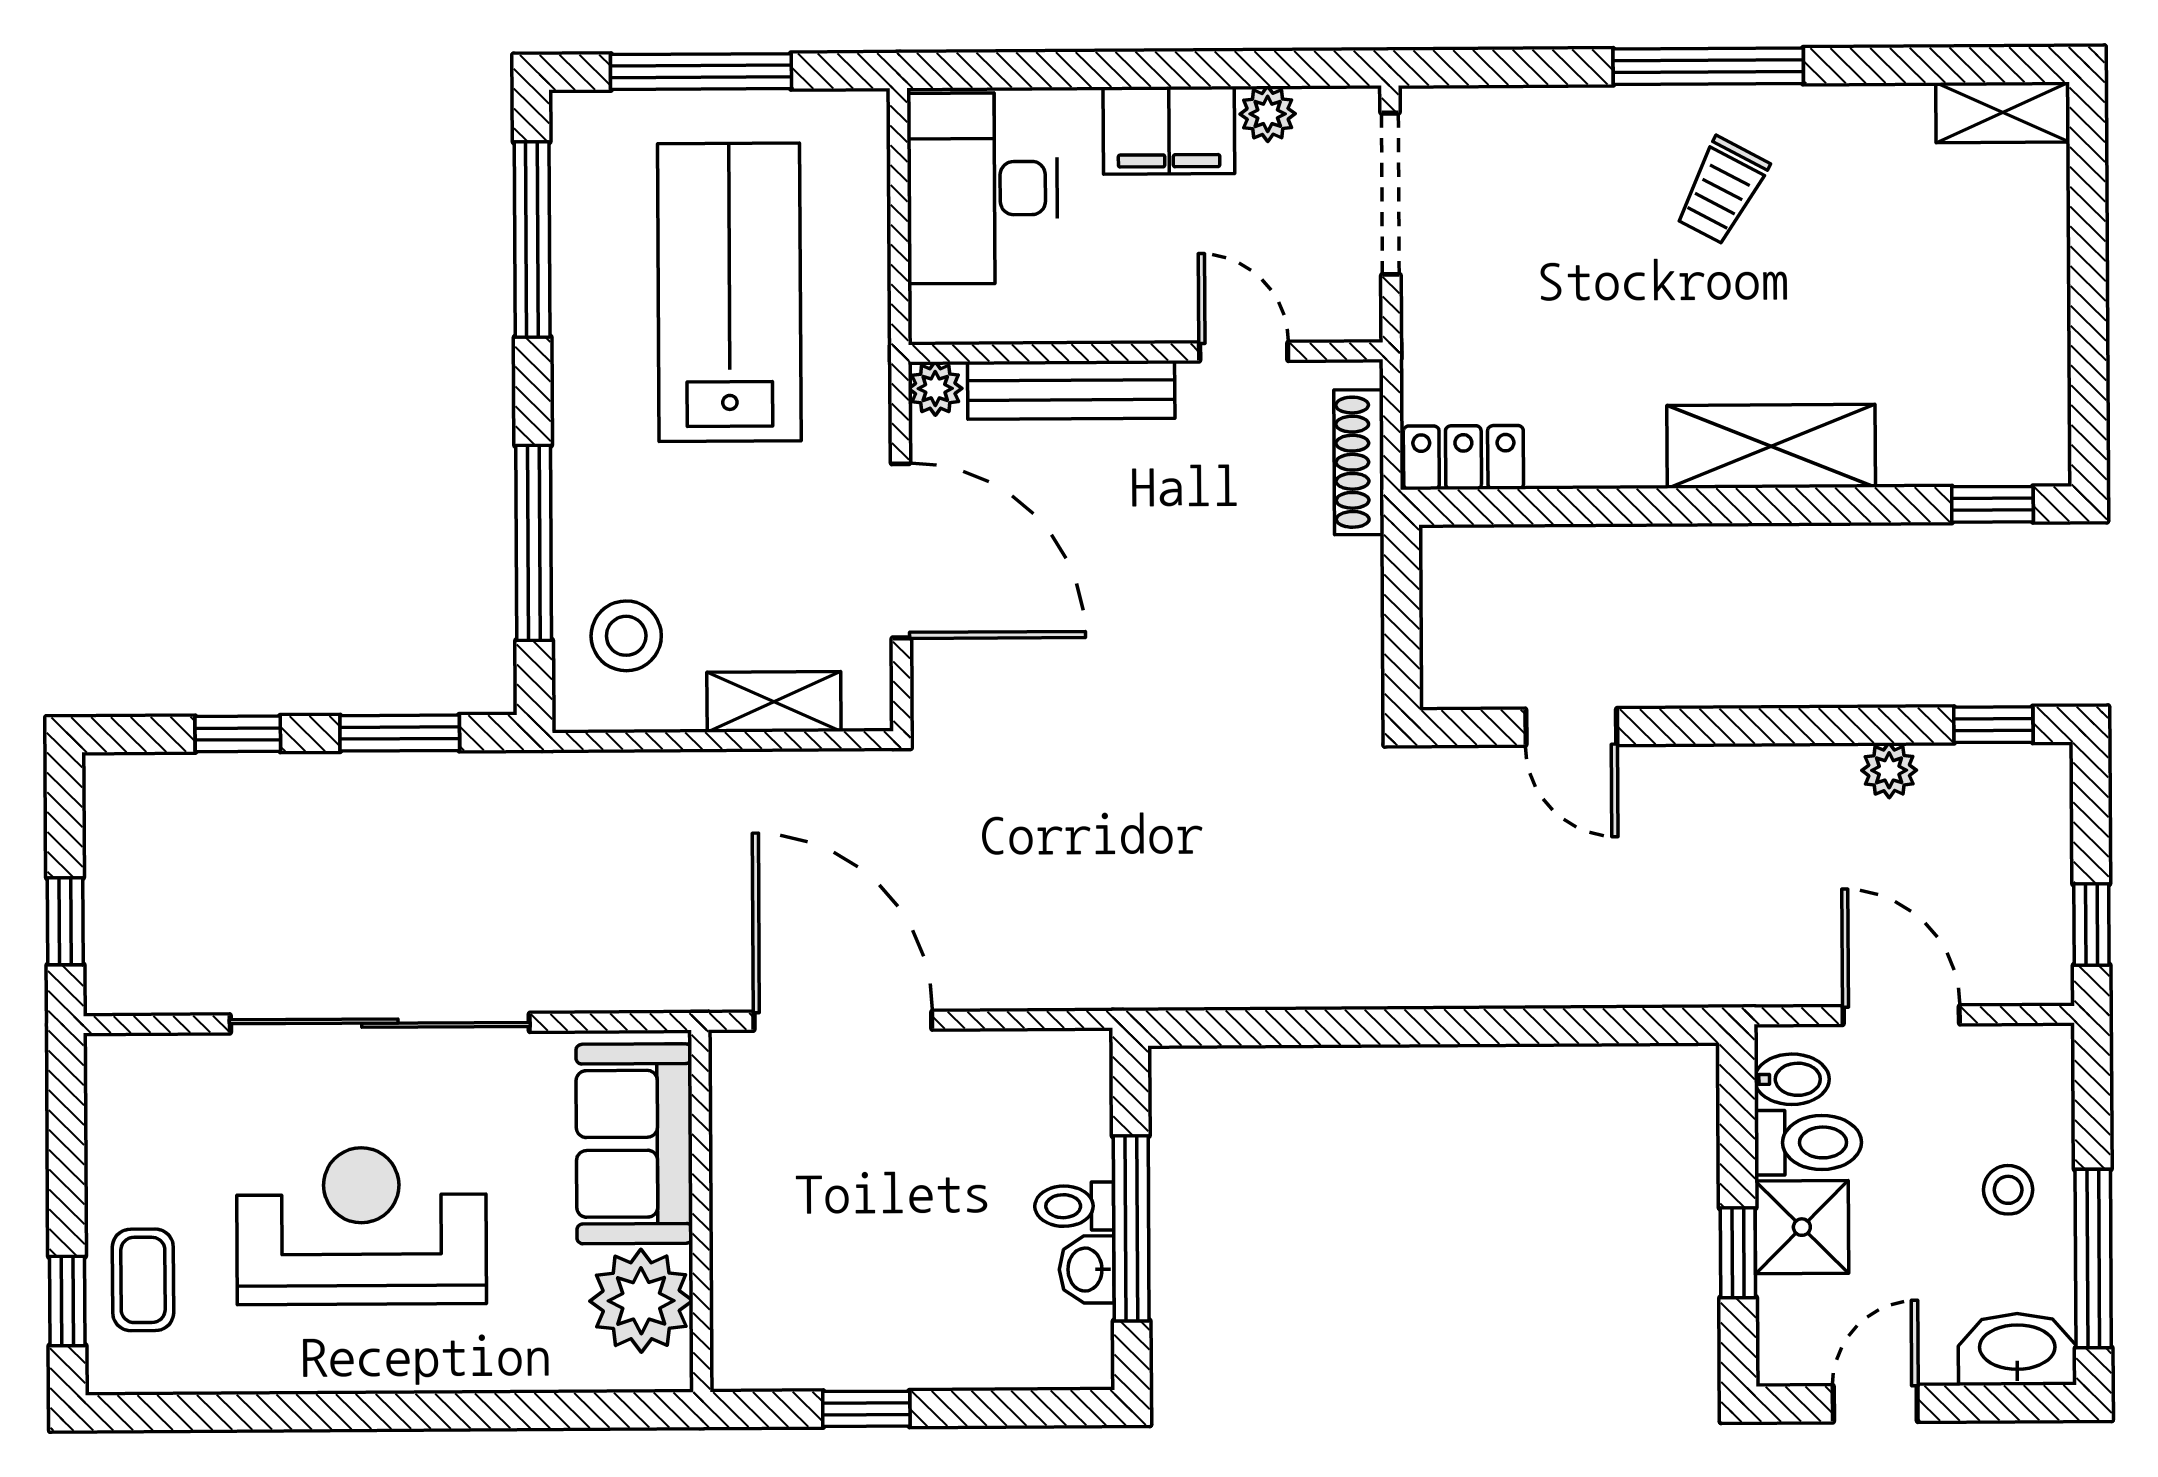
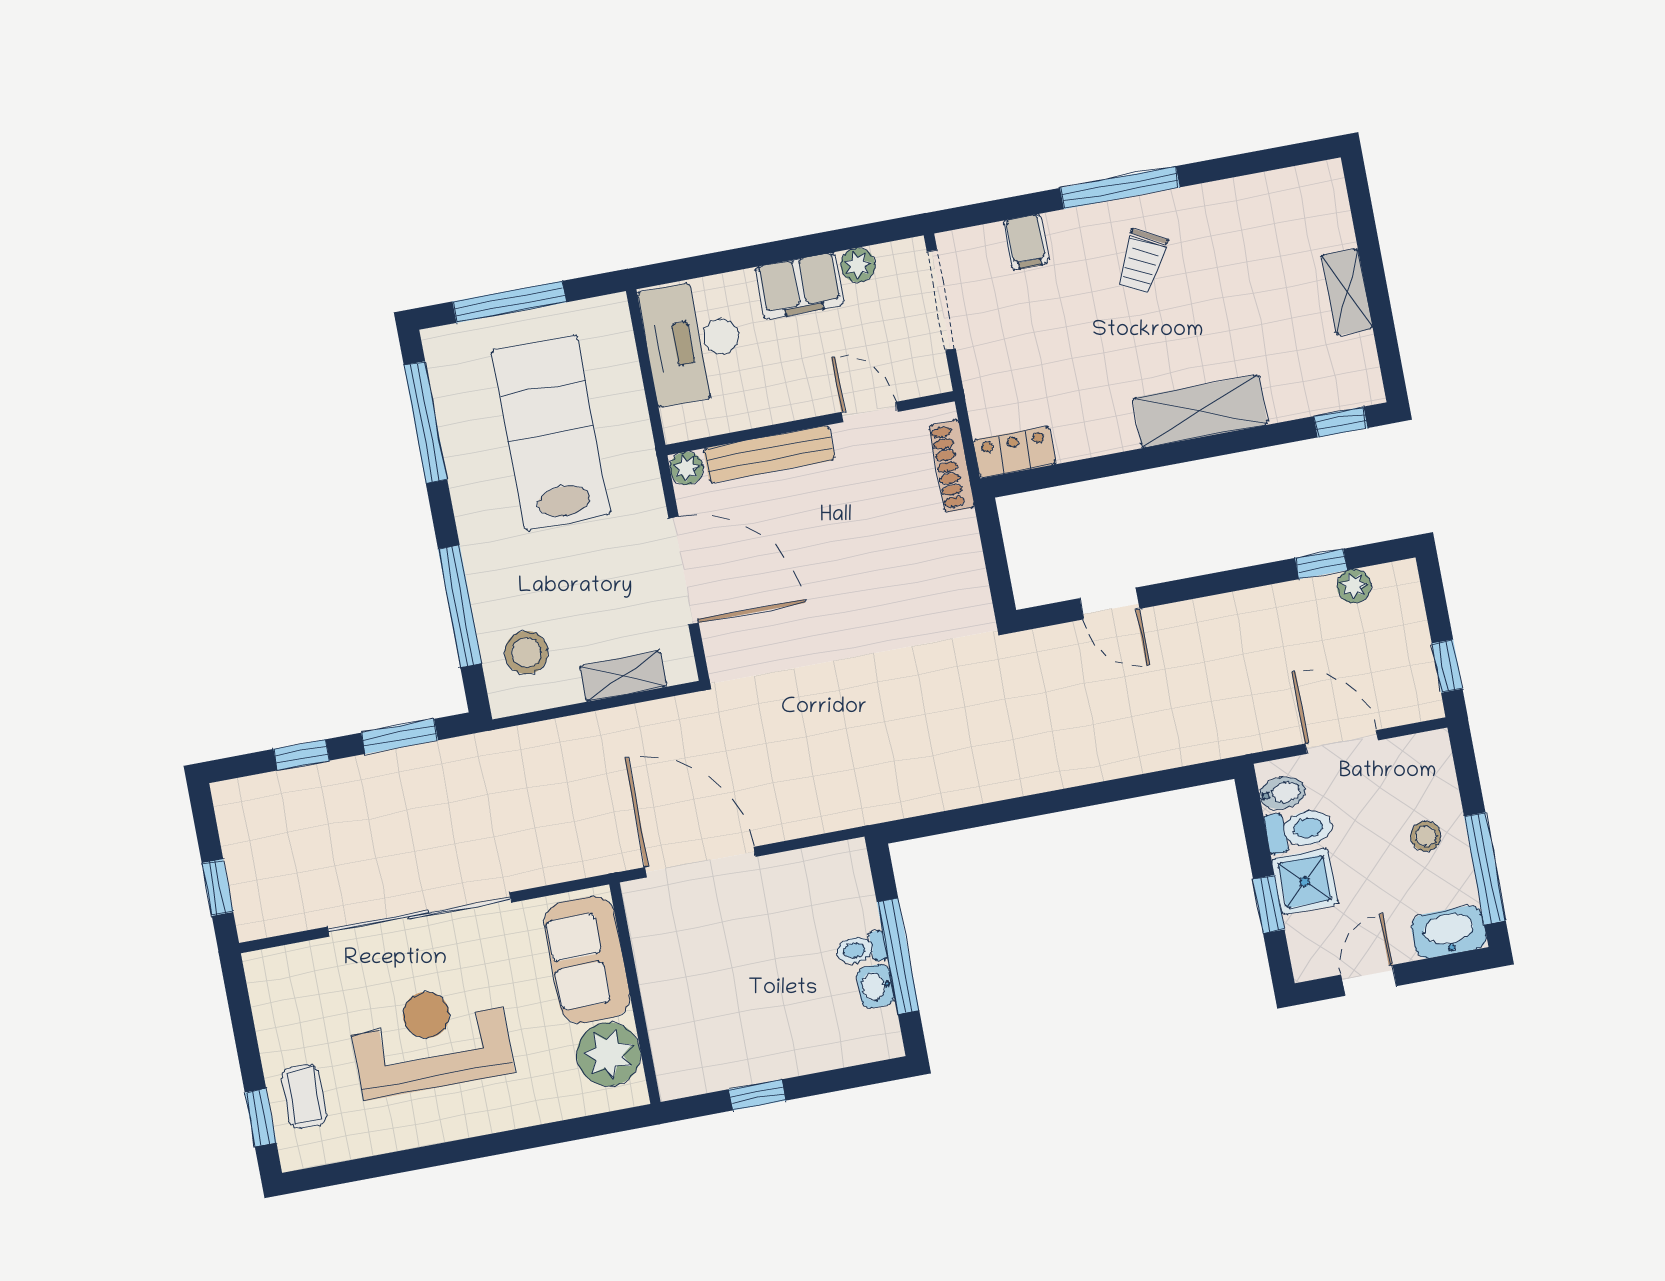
shelving: (2003, 112) -> (1347, 292), moved, turned 90
filing cabinet: (1543, 126) -> (1026, 242), added
window: (1993, 725) -> (1321, 564), moved
plant: (1889, 770) -> (1354, 586), moved

